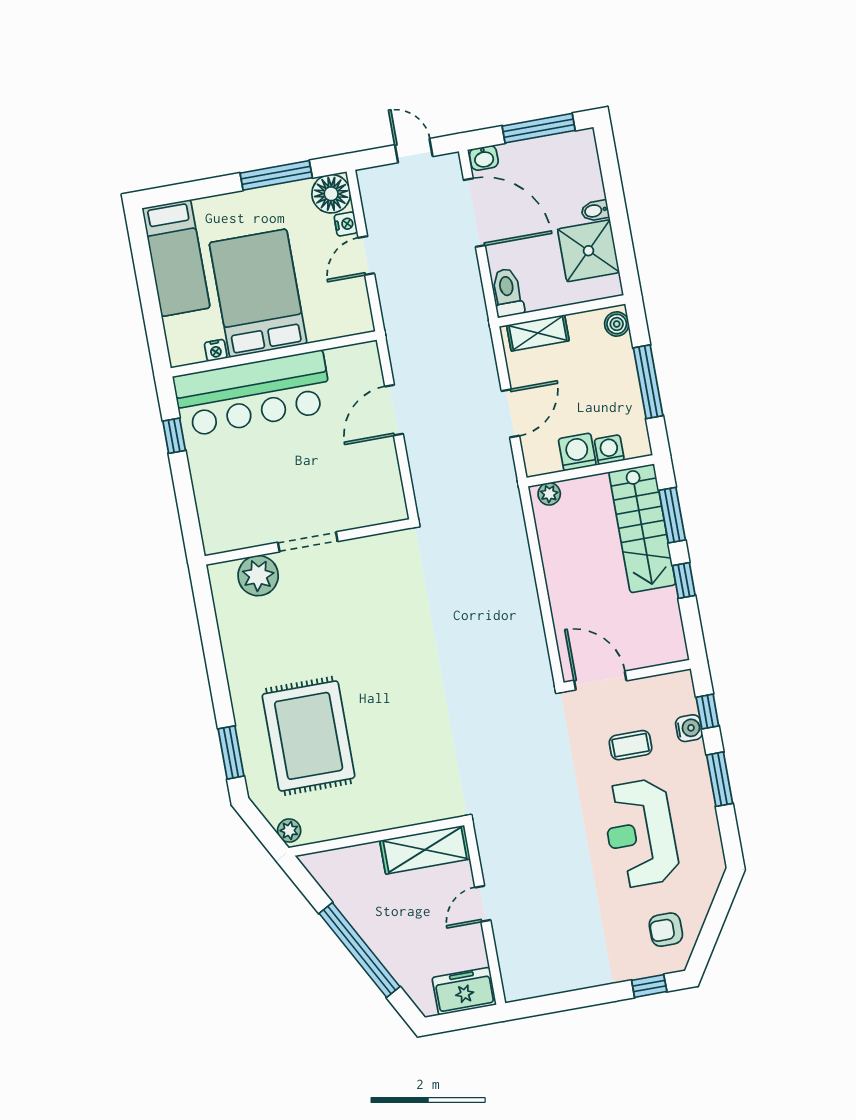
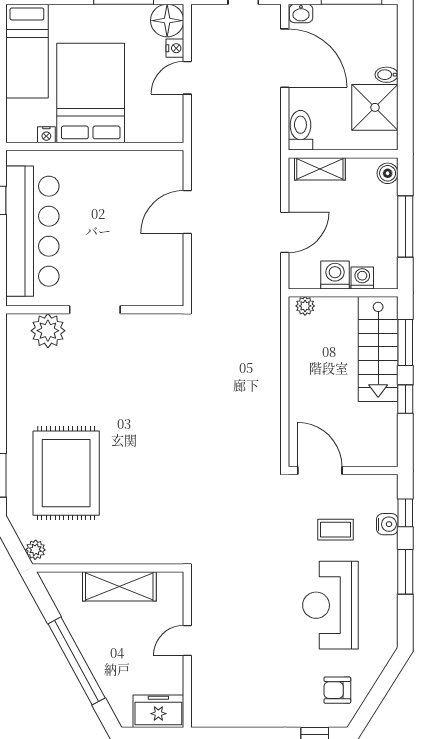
bar counter: (253, 394) -> (32, 231), moved, turned -90
shelving: (425, 850) -> (119, 586), moved

